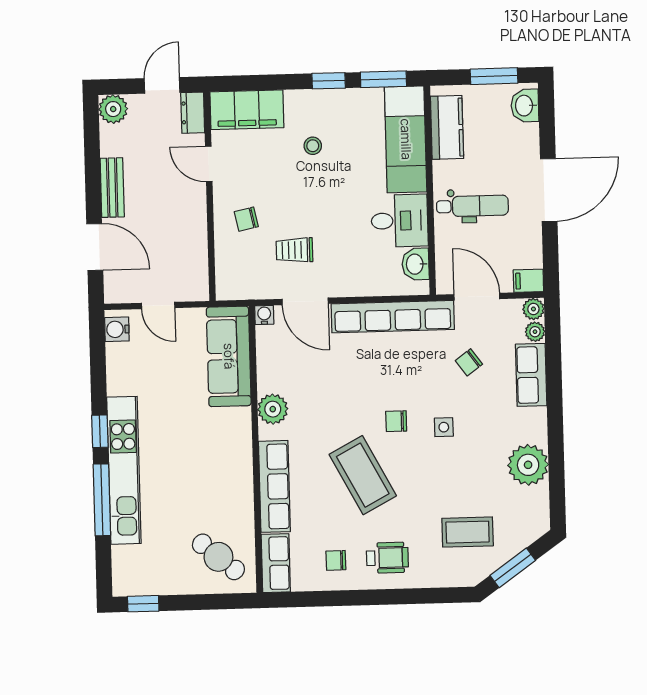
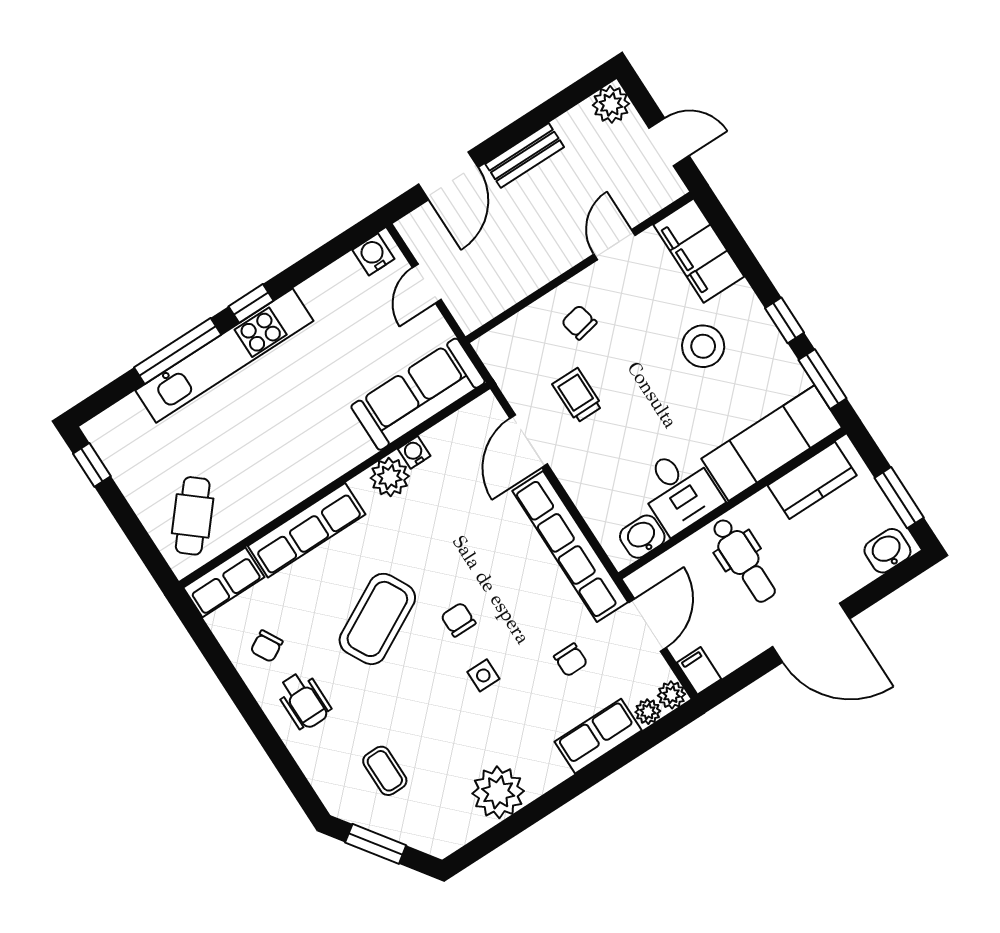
dresser: (193, 113) -> (660, 193), removed
stool: (313, 146) -> (703, 346), width x1.89, depth x1.89
water cooler: (264, 315) -> (414, 452), moved, turned -90
chair: (469, 362) -> (571, 660), turned -144
coffee table: (468, 532) -> (385, 771), width x0.73, depth x0.77
chair: (336, 560) -> (267, 646), turned -119

